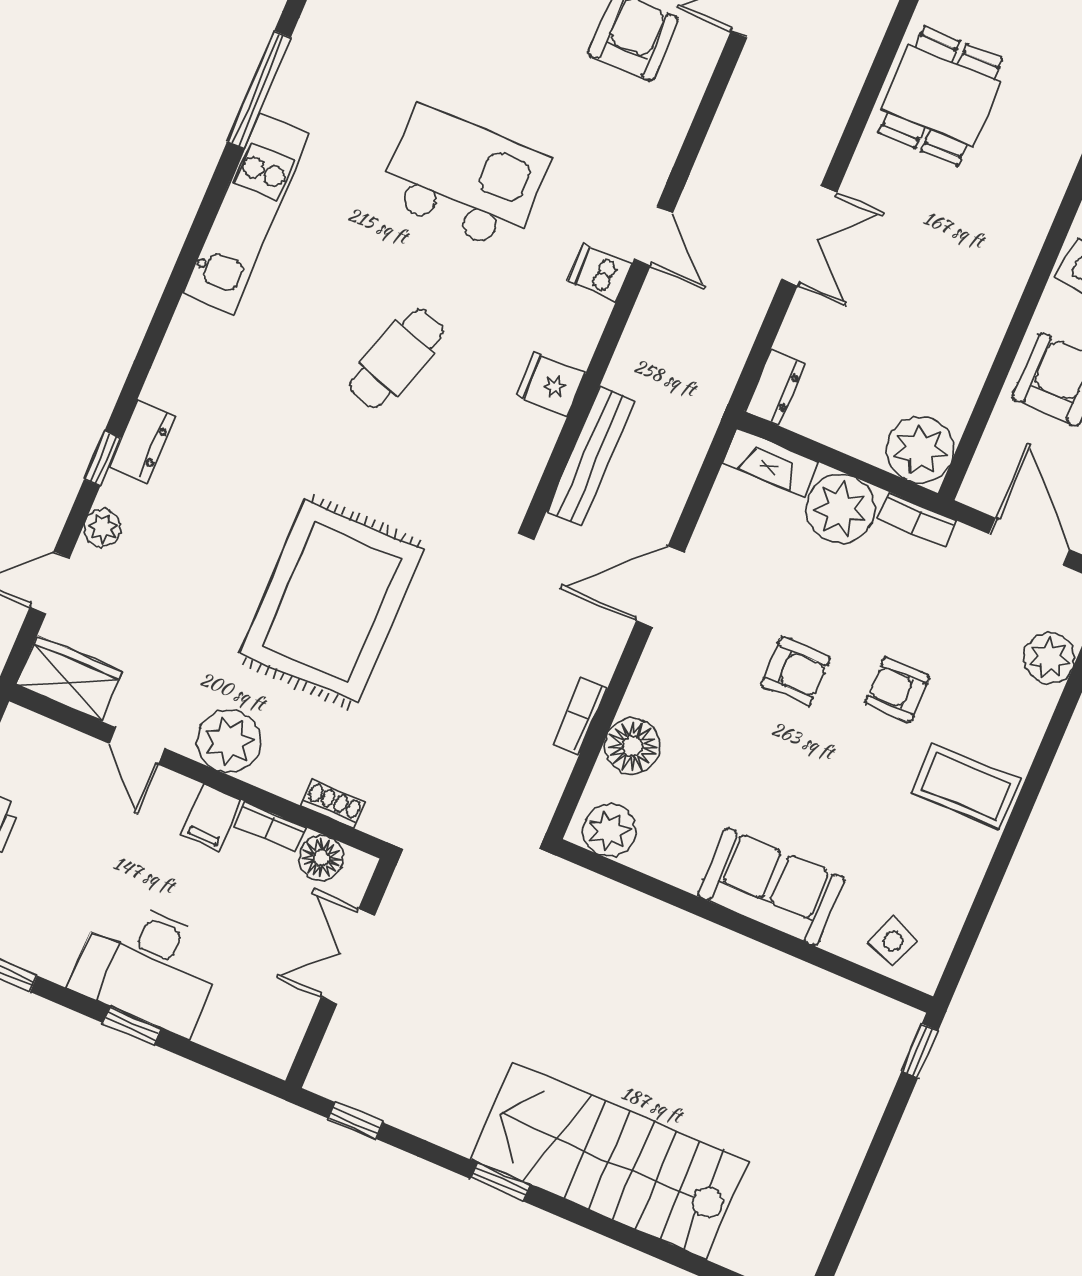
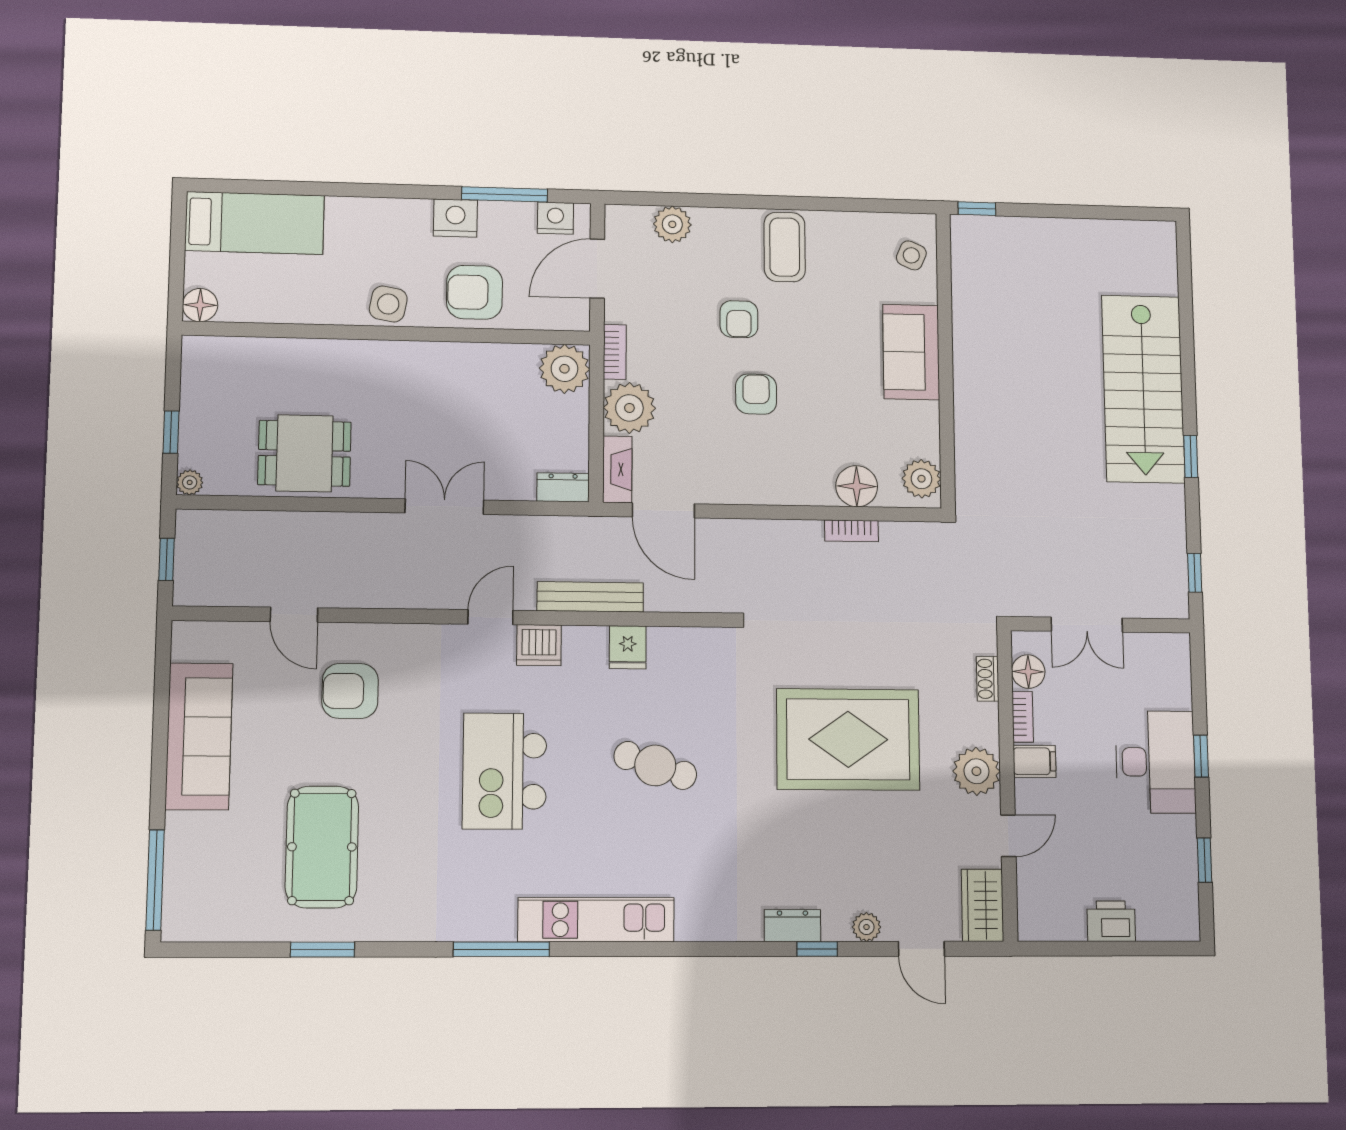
dishwasher: (600, 273) -> (539, 645), width x1.38
bench: (591, 456) -> (590, 597), moved
door: (660, 587) -> (663, 510), moved

